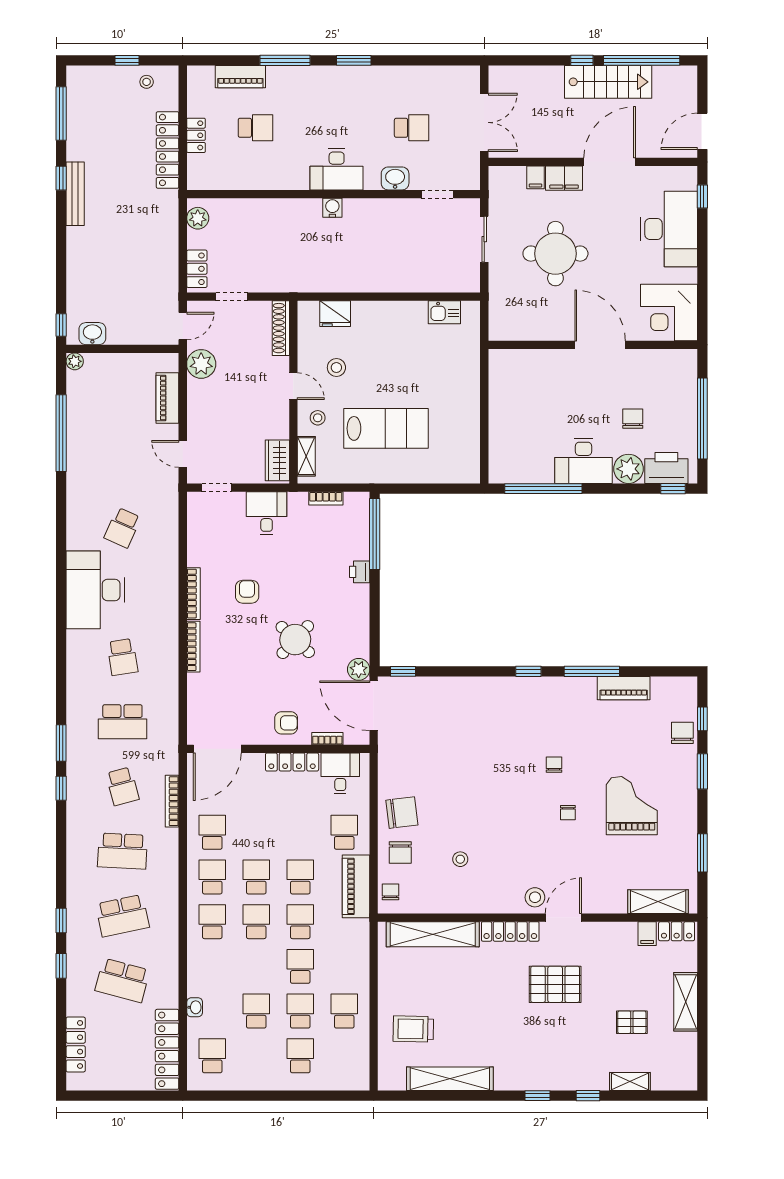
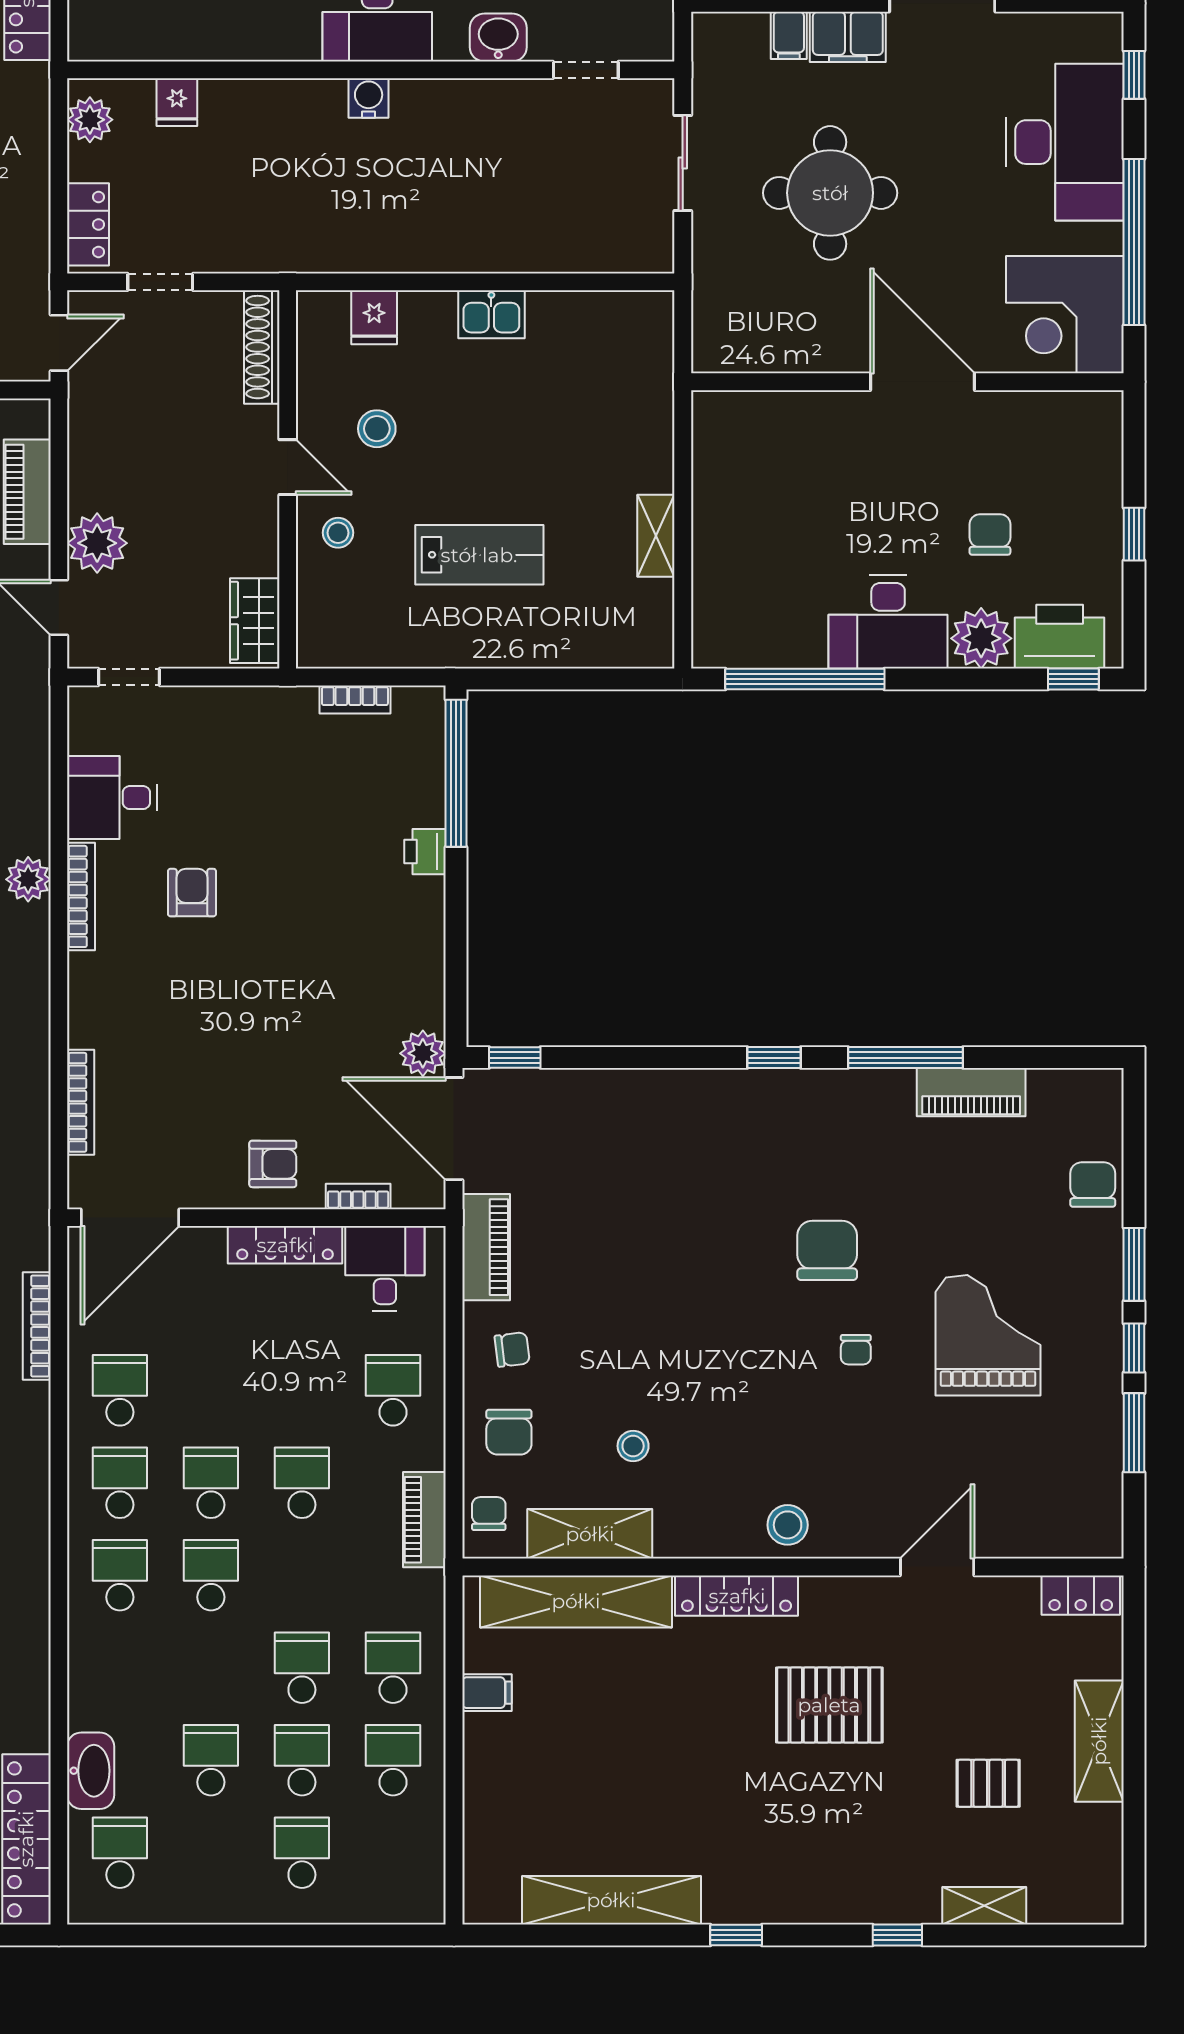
fridge: (240, 210) -> (177, 102), added
window: (702, 277) -> (1134, 242), added
kitchen sink: (444, 312) -> (491, 314), moved
fridge: (335, 314) -> (374, 317), width x0.72
plant: (201, 364) -> (97, 543), moved
window: (702, 418) -> (1134, 534), width x0.32
lab bench: (386, 428) -> (479, 555), width x0.73, depth x0.72
shelving: (306, 456) -> (656, 536), moved
desk: (267, 513) -> (112, 798), moved, turned -90
plant: (168, 585) -> (28, 879), added
round table: (295, 640) -> (292, 992), removed
bookcase: (193, 647) -> (81, 1102), moved
window: (702, 719) -> (1134, 1348), moved
piano: (389, 763) -> (486, 1247), added
chair: (554, 765) -> (827, 1250), width x1.87, depth x1.87
chair: (402, 813) -> (512, 1350), width x0.54, depth x0.54
piano: (356, 886) -> (424, 1520), width x0.73, depth x0.75
shelving: (658, 902) -> (590, 1534), moved
door: (563, 918) -> (937, 1567), moved
school desk: (300, 922) -> (393, 1668), moved
filing cabinet: (647, 934) -> (487, 1693), moved, turned -90
washbasin: (195, 1007) -> (91, 1771), width x1.91, depth x1.45
trolley: (413, 1029) -> (536, 1797), removed
window: (538, 1096) -> (736, 1935), moved

